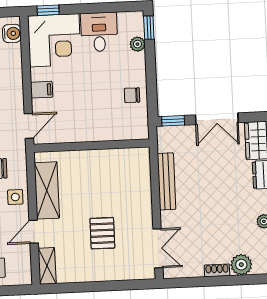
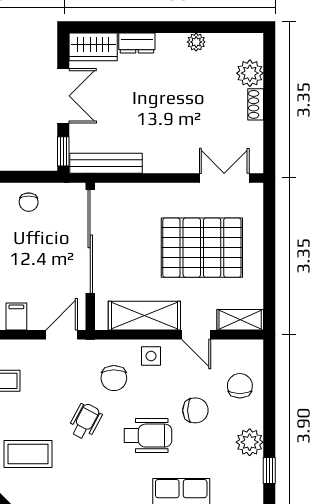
door: (29, 126) -> (62, 335), hinge flipped
sliding door: (103, 145) -> (90, 241), added
bench: (167, 181) -> (106, 163), moved
pallet: (102, 233) -> (202, 248), width x2.05, depth x2.00

